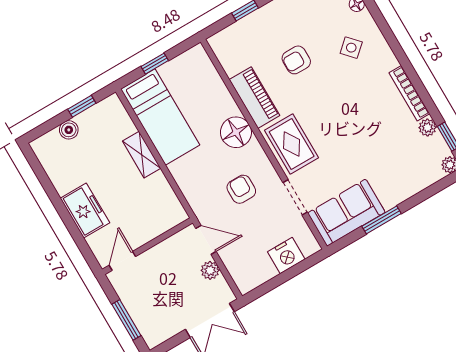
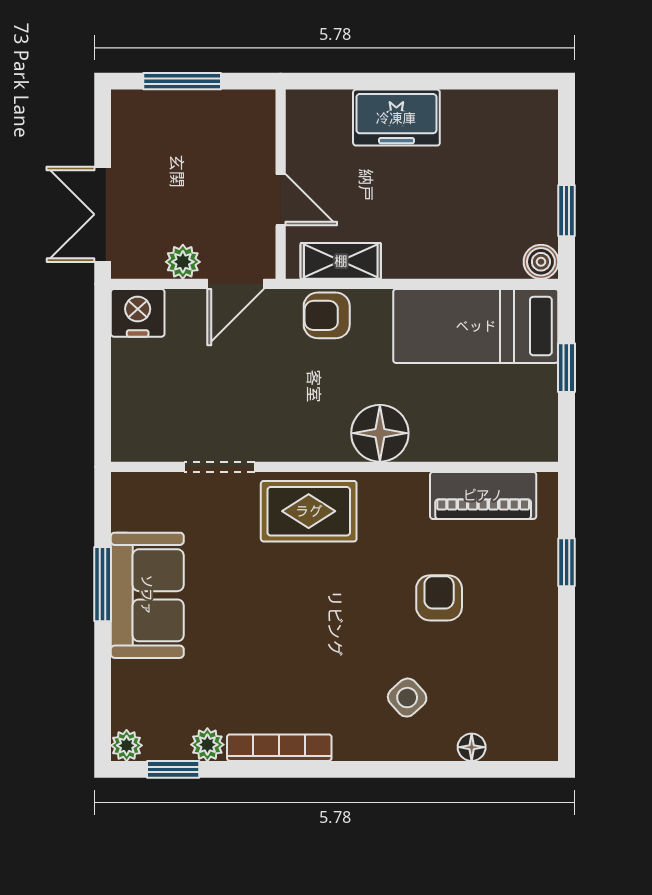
piano: (254, 98) -> (483, 495), moved
boiler: (69, 130) -> (541, 262), moved
shelving: (142, 155) -> (341, 261), moved
armchair: (241, 189) -> (327, 315), moved, turned 180
sofa: (346, 213) -> (147, 595), moved
nightstand: (286, 256) -> (138, 313), moved, turned 90
door: (122, 261) -> (281, 200), moved

